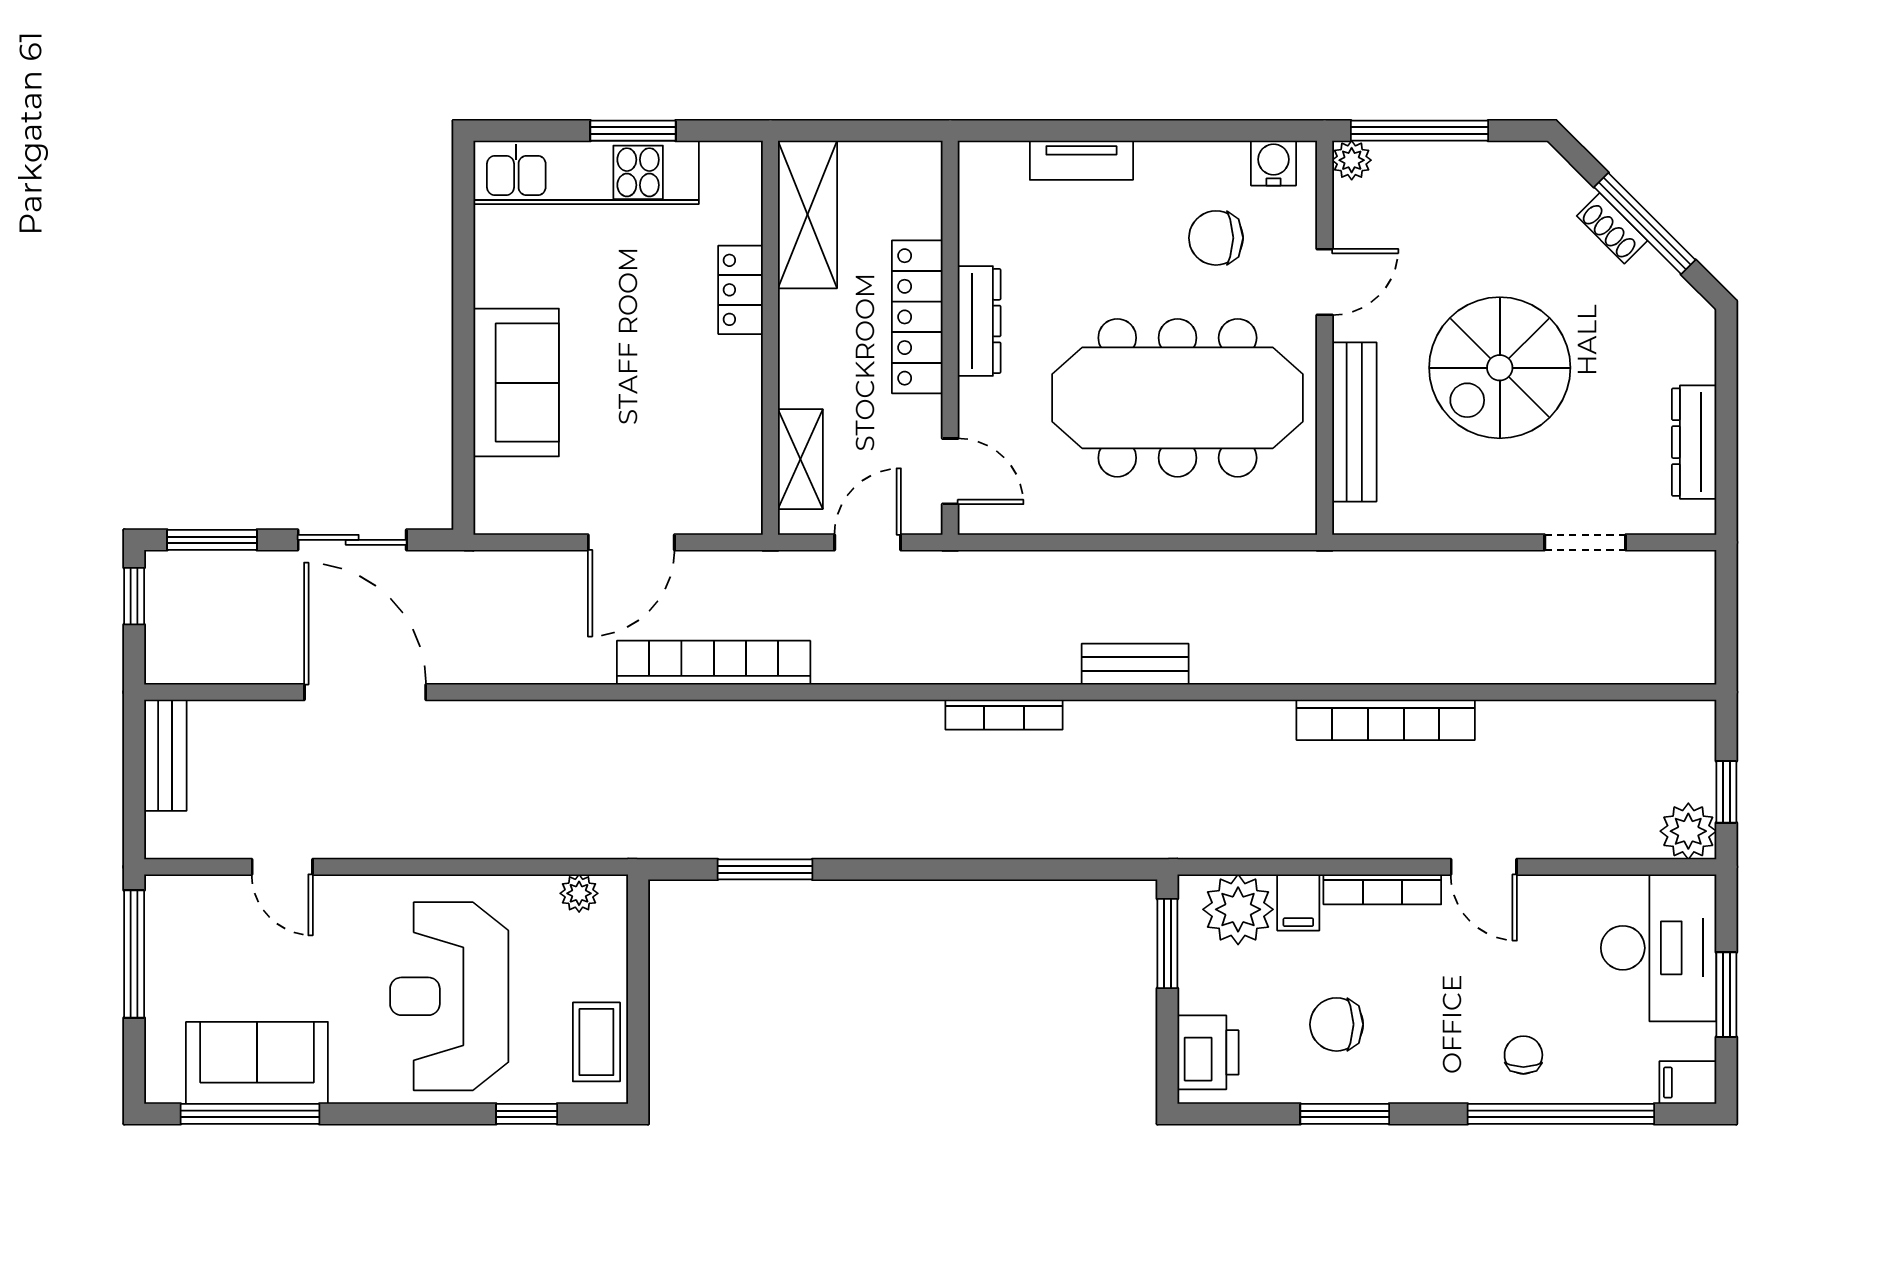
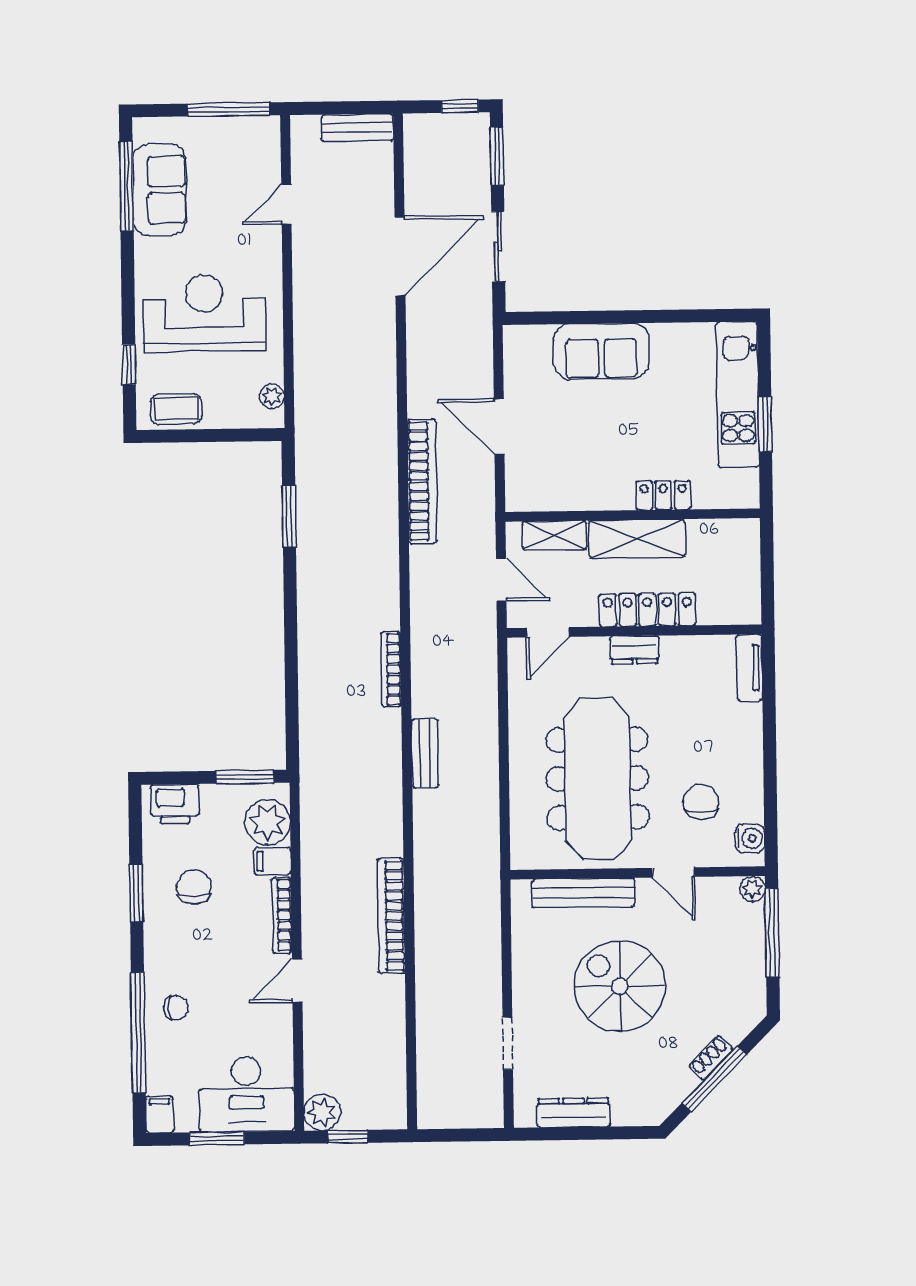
tv unit: (1081, 160) -> (749, 668), moved
shelving: (808, 214) -> (637, 539), moved
dresser: (979, 321) -> (634, 650), width x0.70

